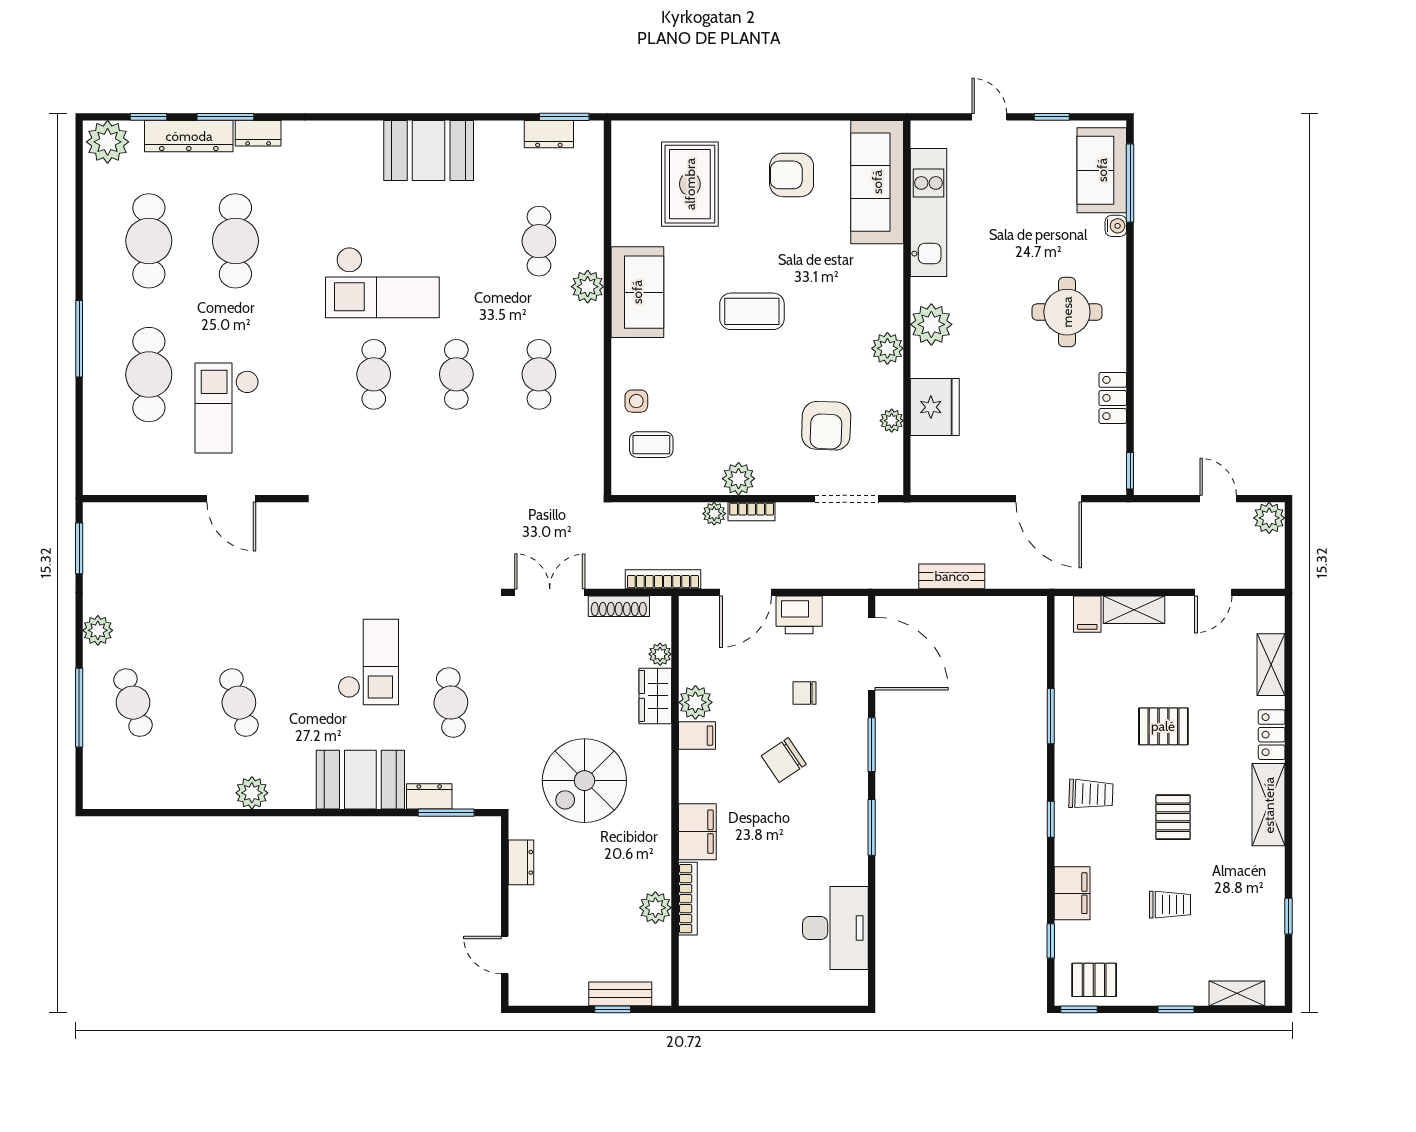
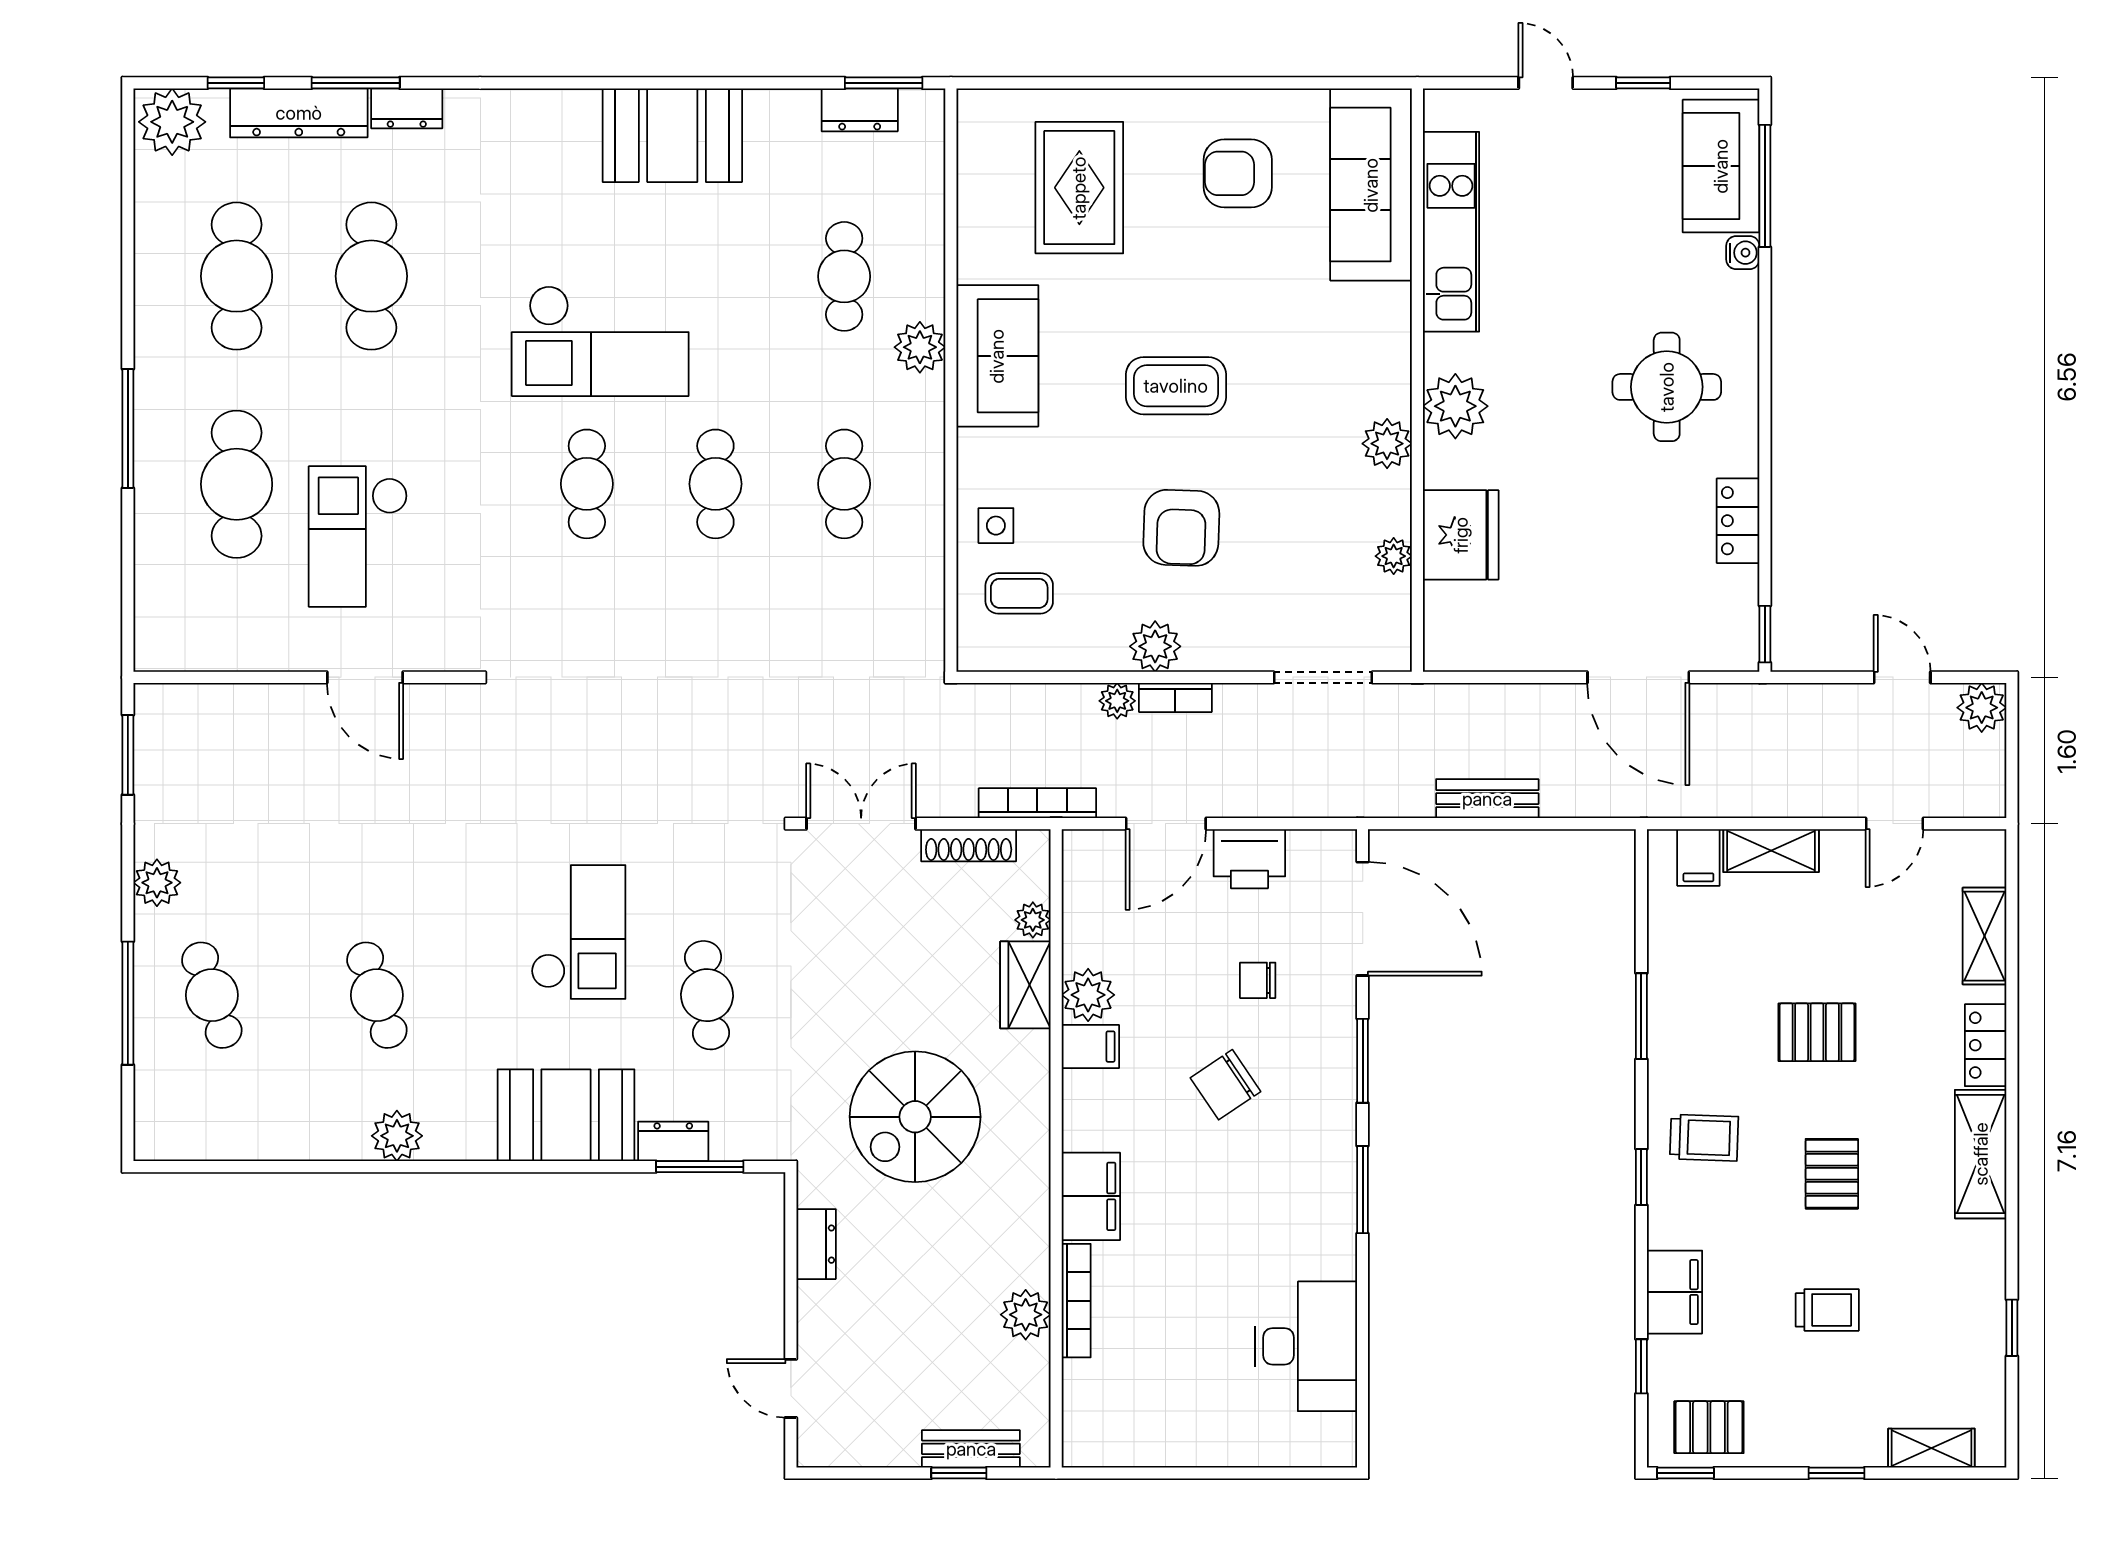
armchair: (826, 426) -> (1181, 528), moved

